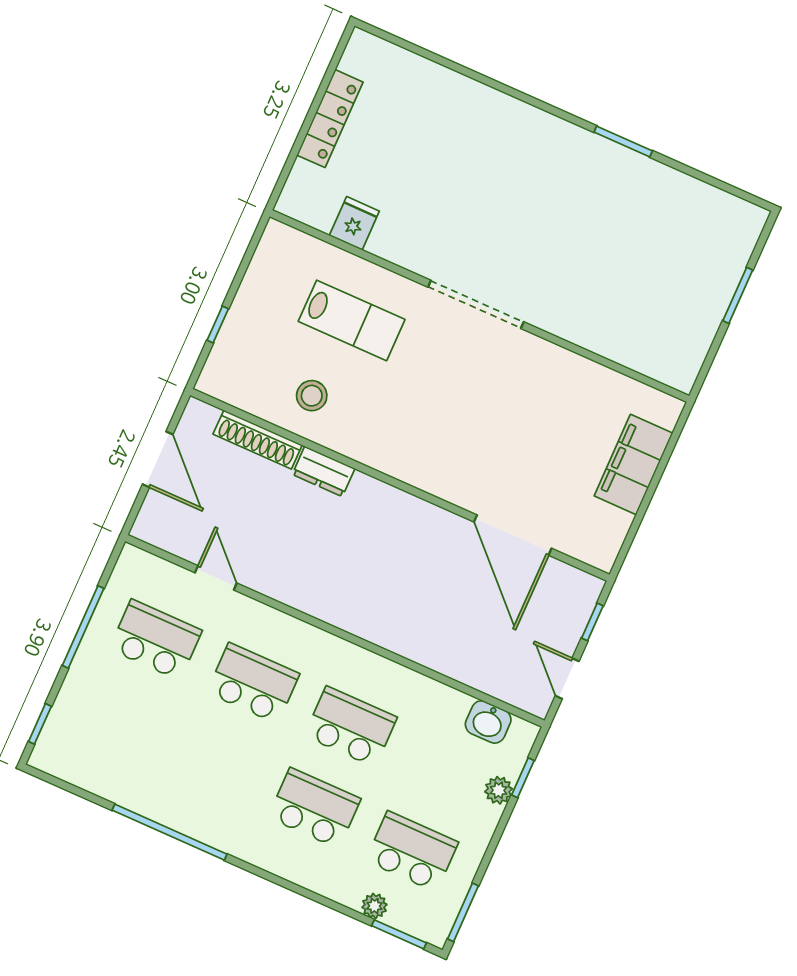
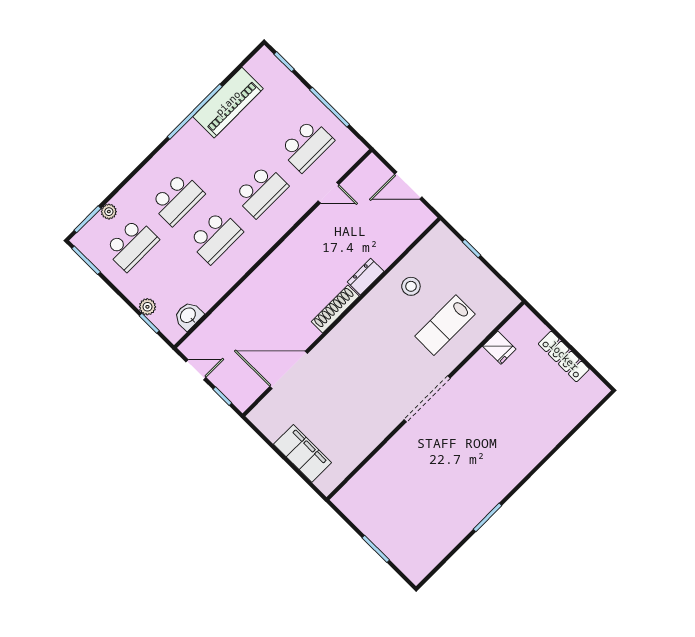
shoe rack: (258, 440) -> (335, 309), moved
piano: (136, 786) -> (228, 103), added

